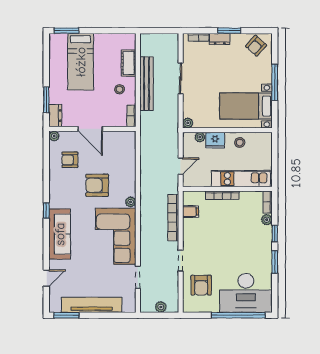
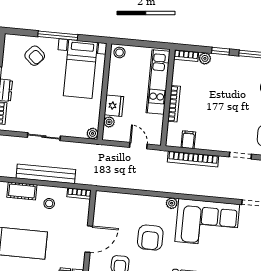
armchair: (256, 46) -> (35, 56), moved
stool: (240, 143) -> (119, 52), moved

